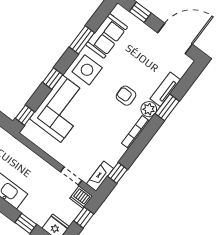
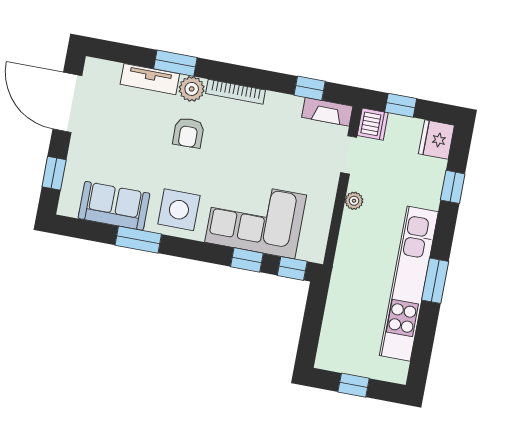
window: (53, 79) -> (247, 260), moved
plant: (45, 167) -> (354, 201), added

